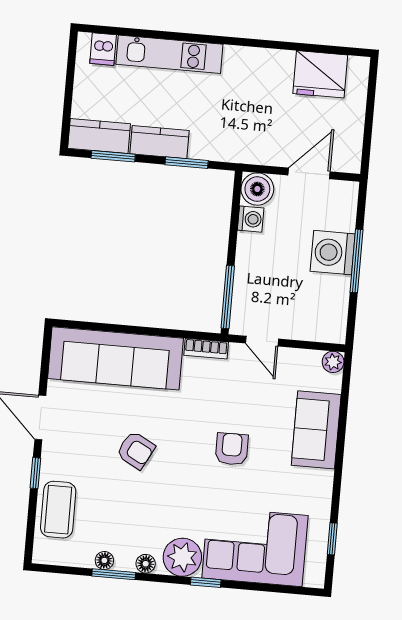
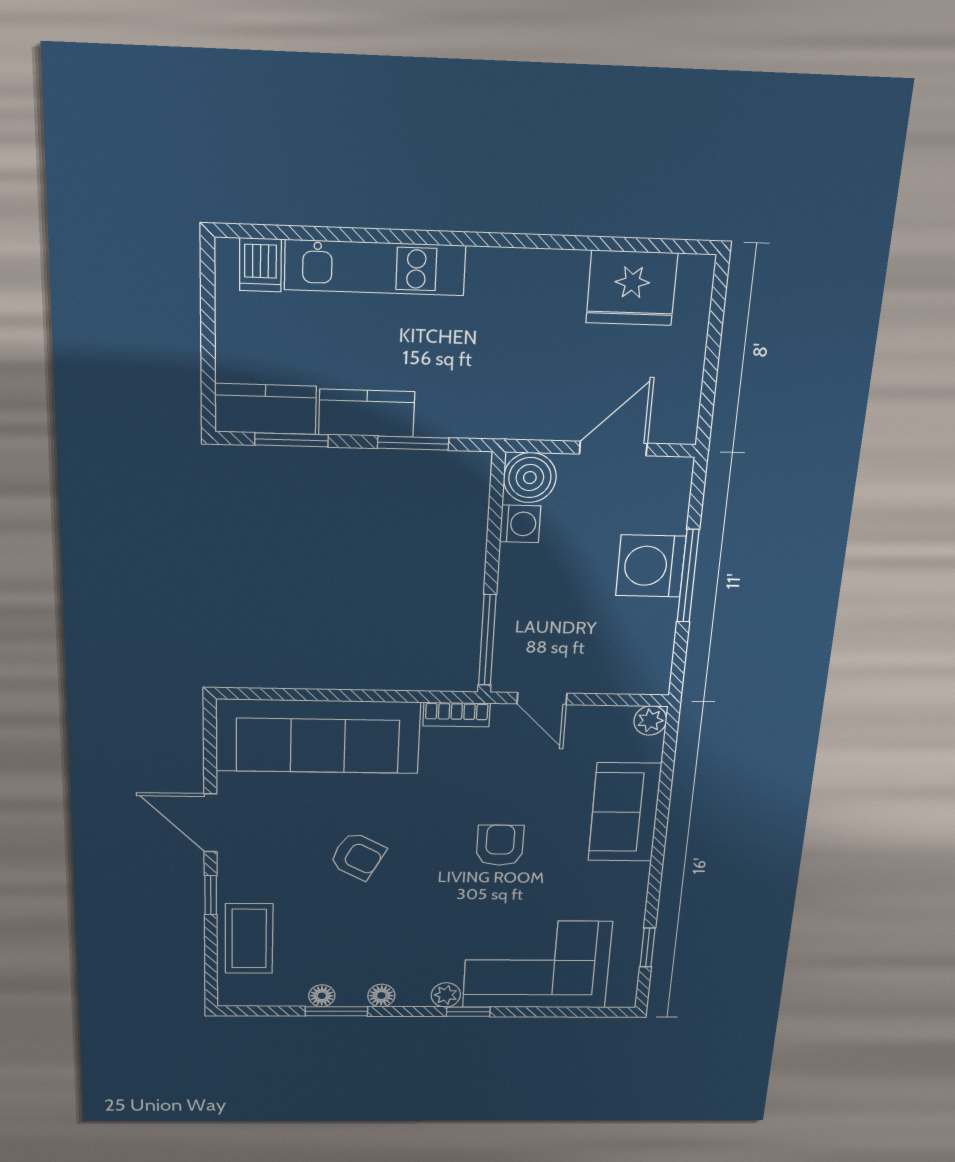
plant: (182, 557) -> (446, 995), width x0.53, depth x0.53

